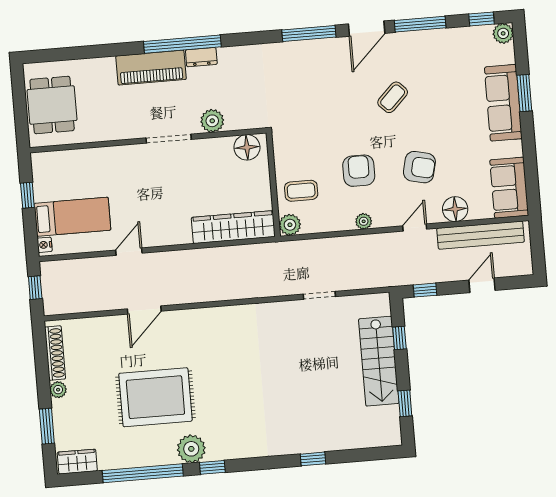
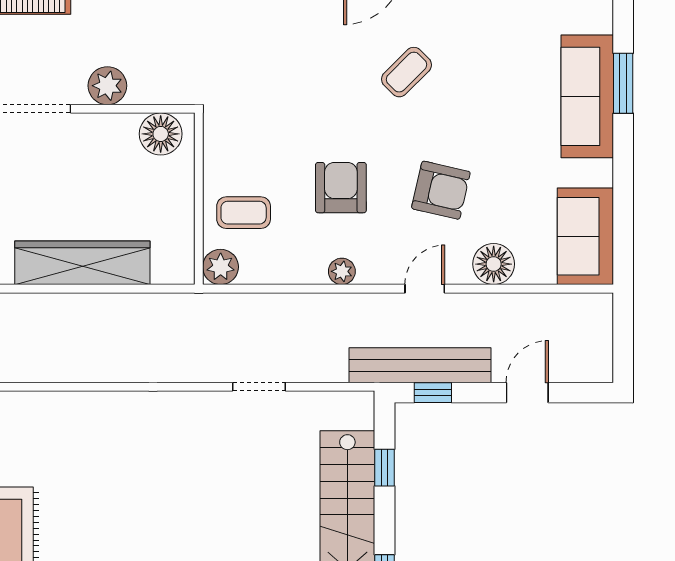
wardrobe: (233, 227) -> (82, 263), moved
bench: (481, 235) -> (420, 365), moved

